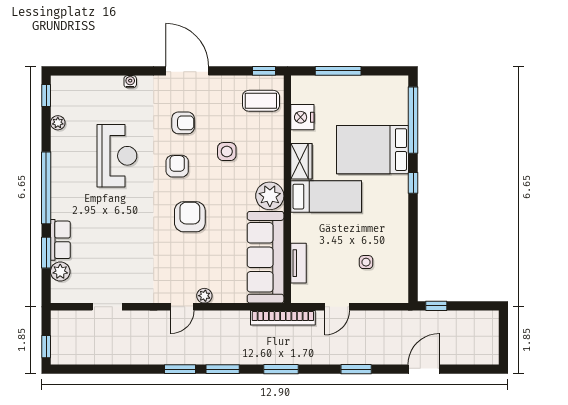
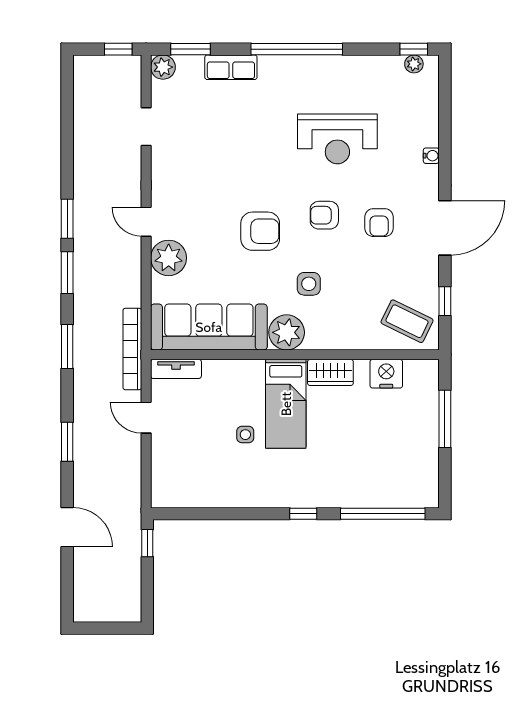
window: (264, 71) -> (445, 301), moved
coffee table: (261, 101) -> (407, 321), turned -64
plant: (58, 123) -> (414, 64), moved
bed: (373, 150) -> (345, 463), removed
side table: (227, 152) -> (309, 284), moved
armchair: (177, 166) -> (324, 215), turned 180
window: (46, 253) -> (191, 49), moved
side table: (366, 262) -> (245, 435), moved
tv unit: (299, 263) -> (176, 369), moved
plant: (60, 272) -> (163, 67), moved
plant: (204, 296) -> (169, 258), width x1.88, depth x1.88
window: (46, 347) -> (118, 49), moved

